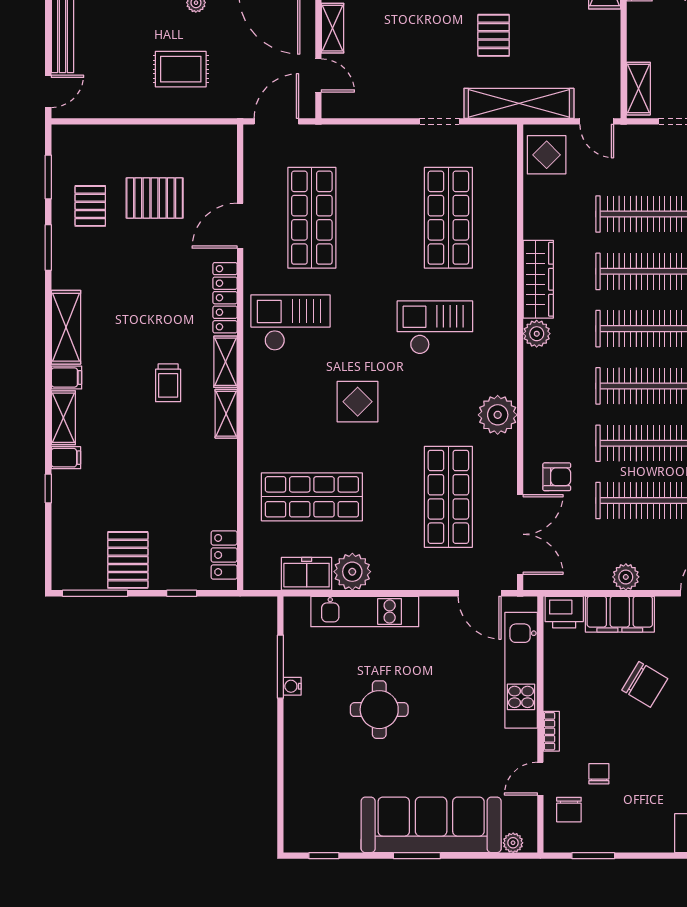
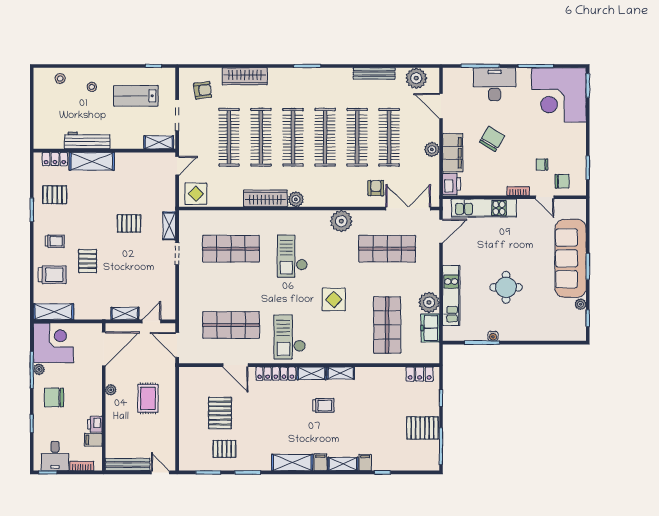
shelving: (519, 103) -> (169, 226), width x0.45, depth x0.75
plant: (513, 843) -> (581, 304), moved

